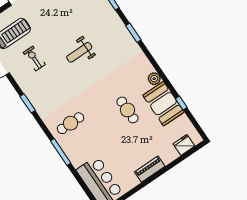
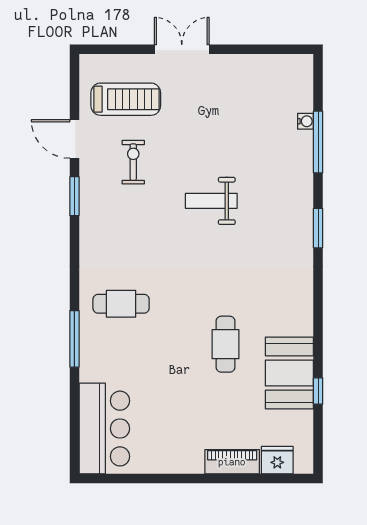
plant: (154, 79) -> (301, 323), removed
window: (28, 103) -> (74, 196), moved
piano: (150, 169) -> (232, 462), moved

